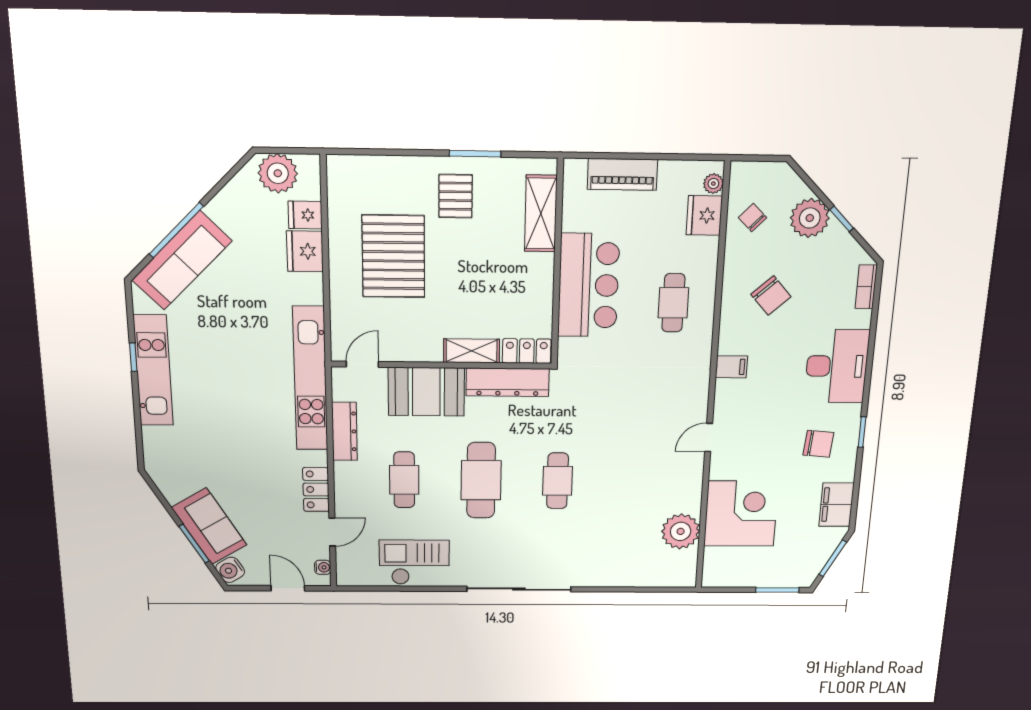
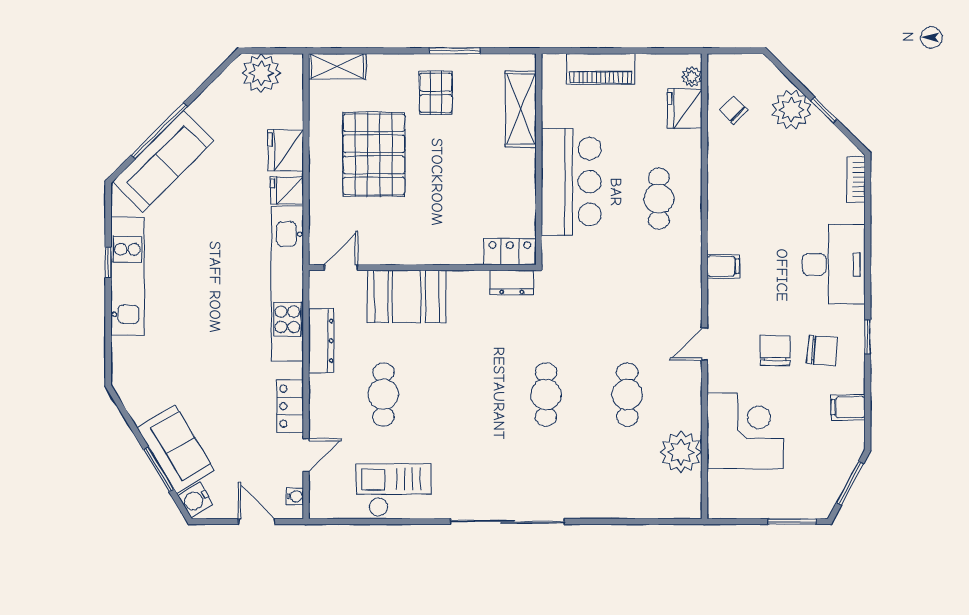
fridge: (305, 215) -> (287, 190), moved
chair: (771, 295) -> (775, 350), moved, turned -138
shelving: (472, 351) -> (337, 66), moved
dresser: (508, 382) -> (512, 282), width x0.51, depth x0.80
cafe table: (481, 480) -> (627, 395), moved, width x0.73, depth x0.74
filing cabinet: (836, 505) -> (848, 407), width x0.50

